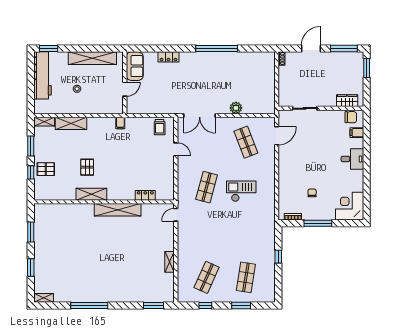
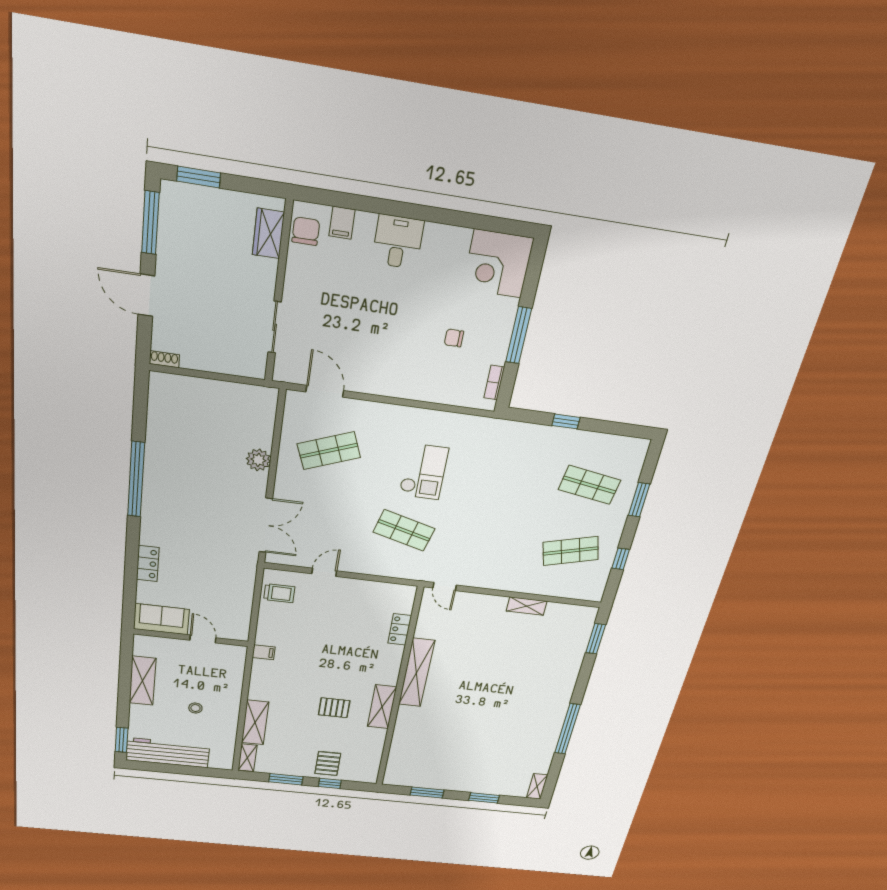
shelving: (92, 58) -> (143, 681), width x0.68
checkout: (241, 191) -> (424, 472), turned 180
shop shelf: (207, 277) -> (571, 551), turned -39

